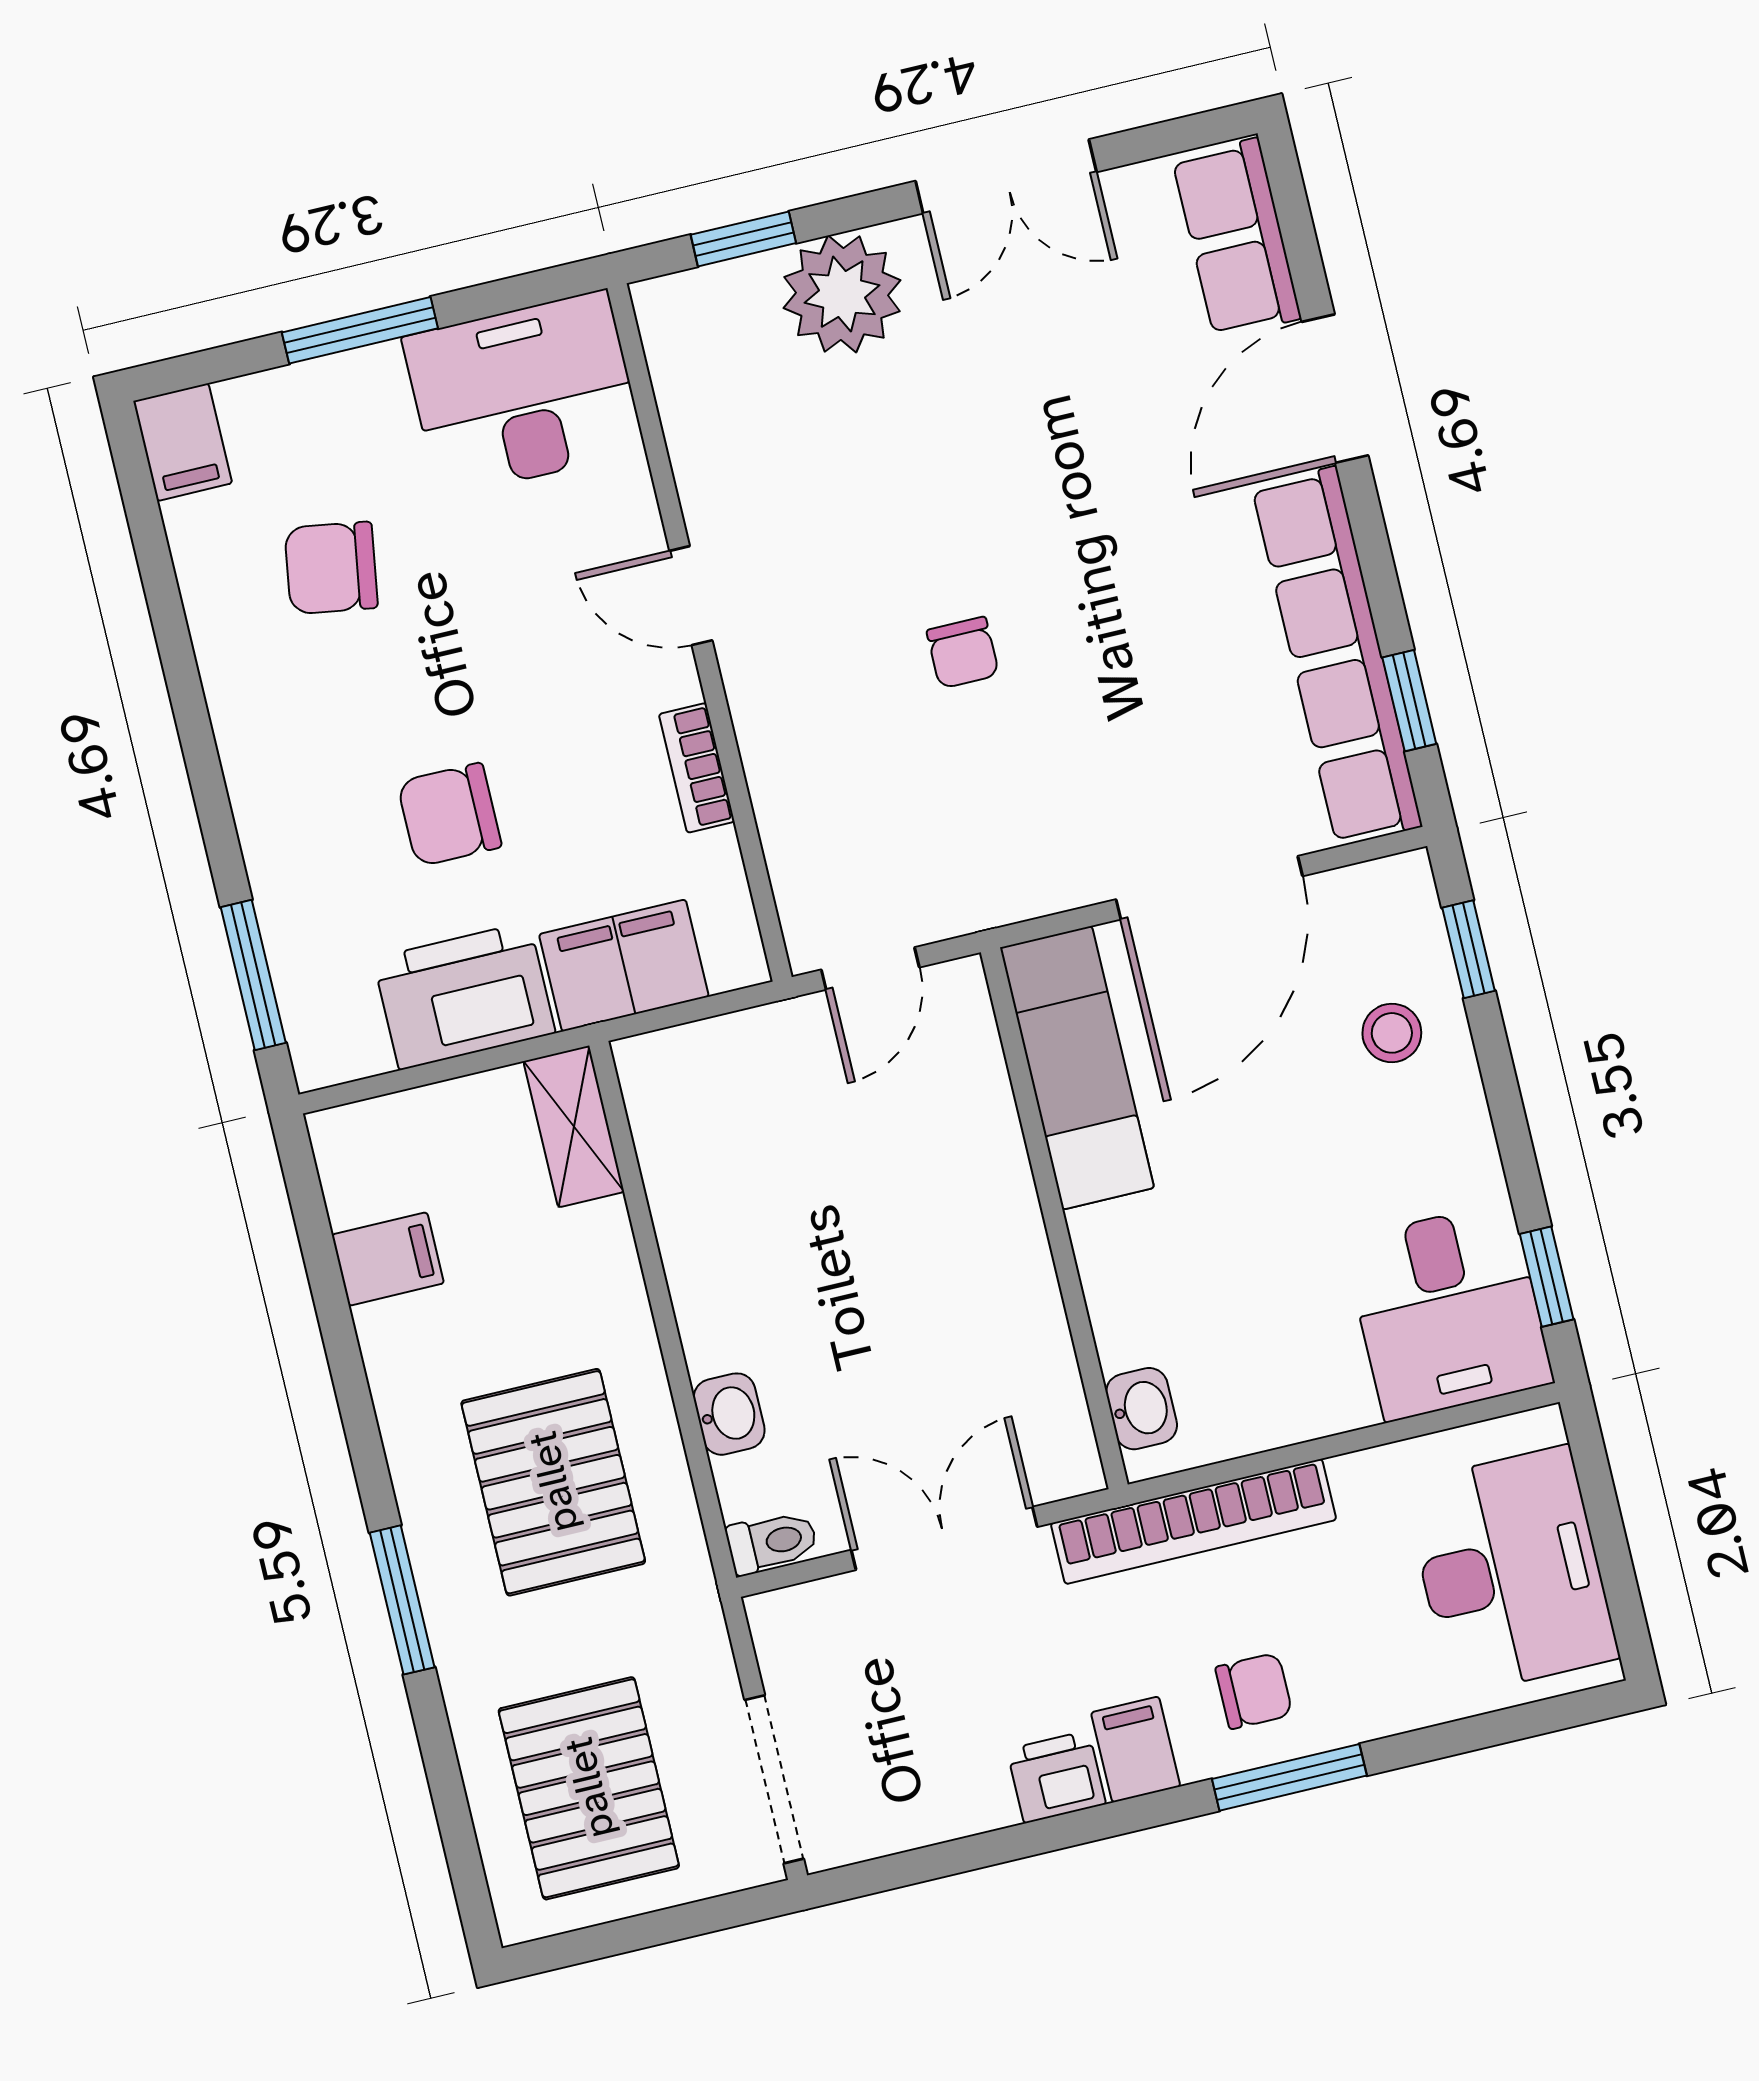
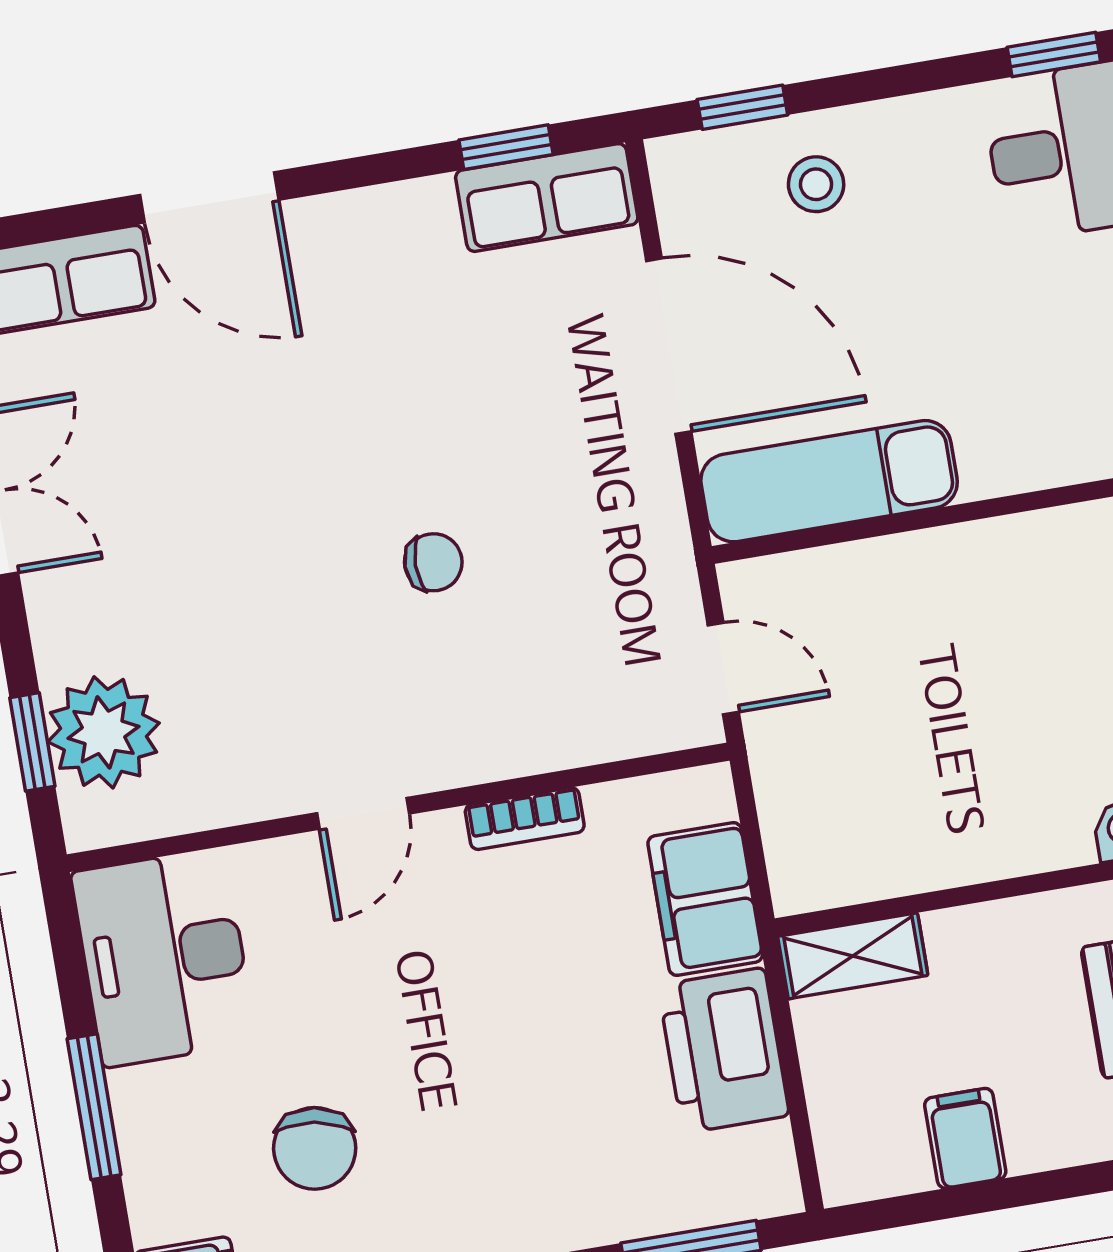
plant: (842, 294) -> (103, 732), moved
row of seats: (1337, 656) -> (547, 198), width x0.50
chair: (449, 815) -> (553, 1053), removed

